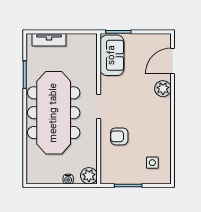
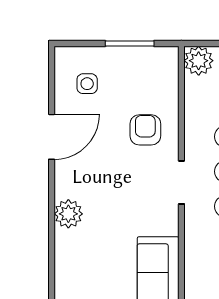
door: (173, 61) -> (52, 137), moved
armchair: (119, 136) -> (145, 130), turned -90

